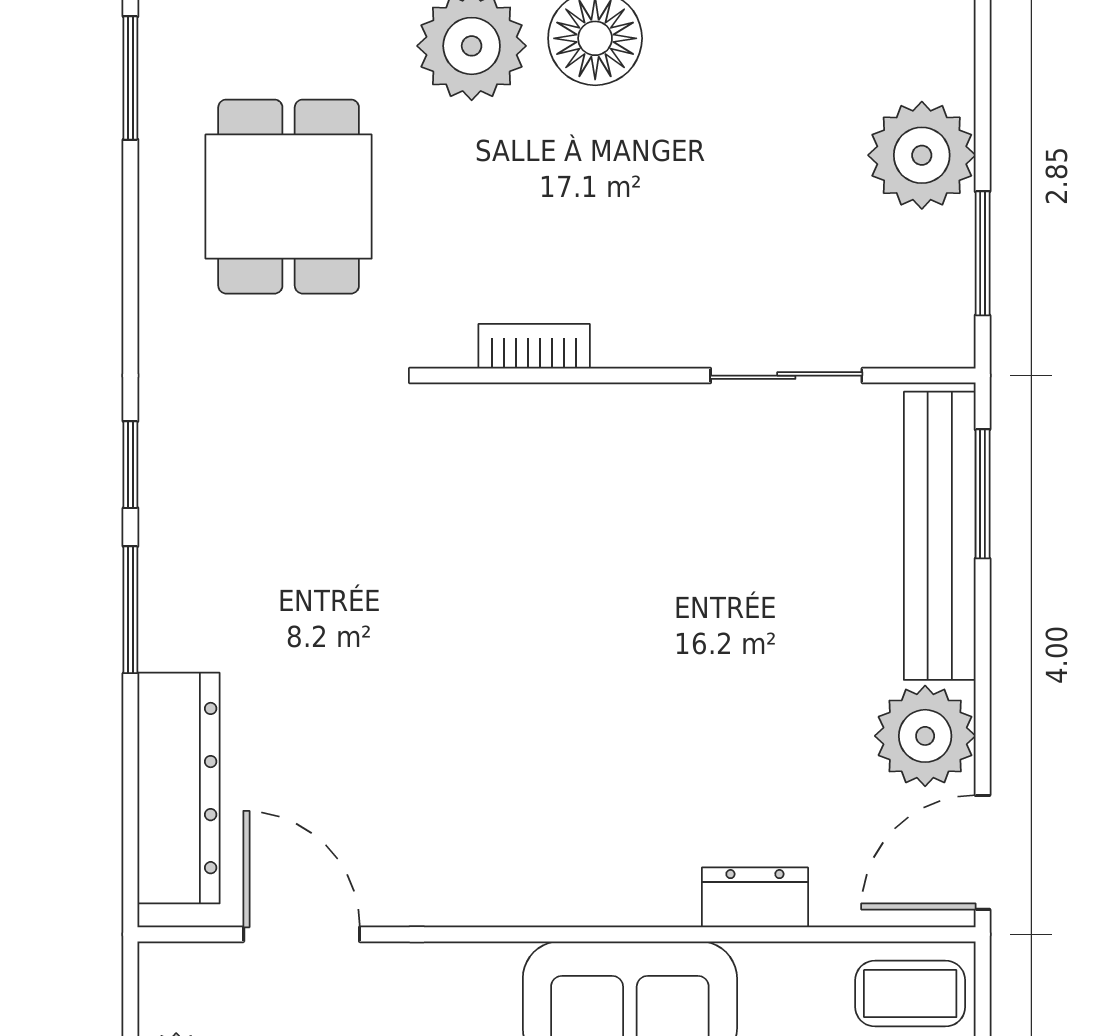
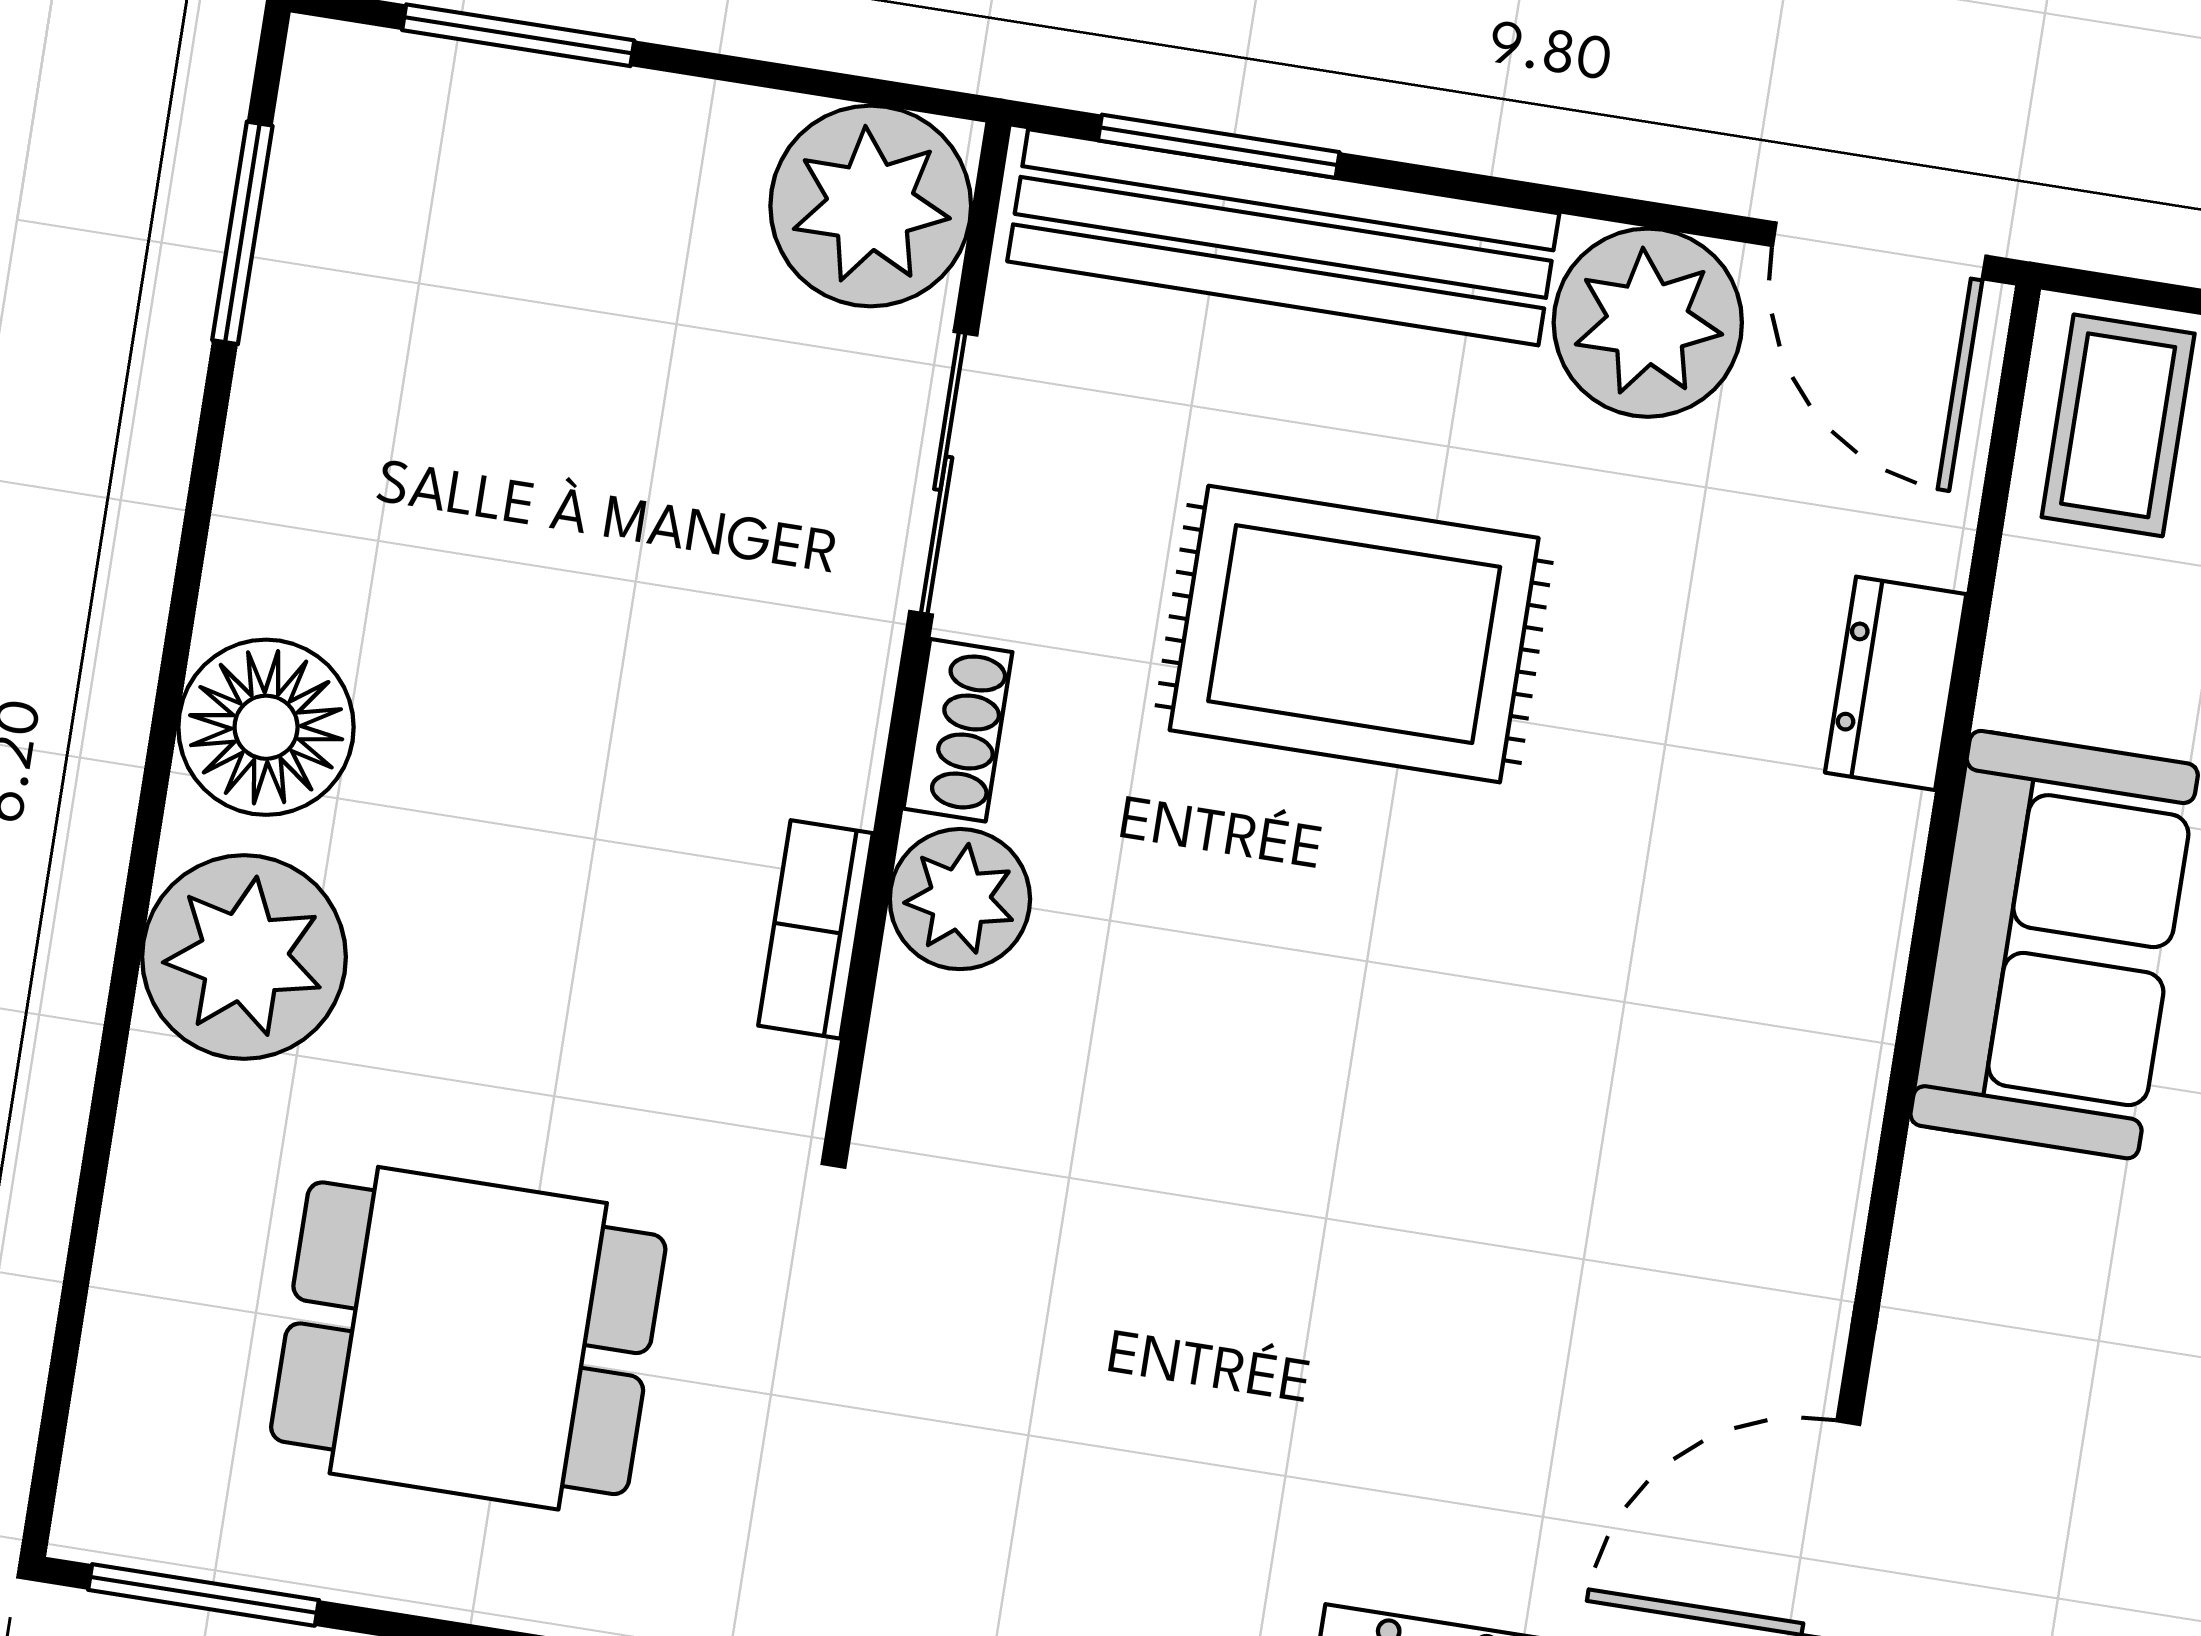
plant: (922, 155) -> (871, 206), moved
window: (983, 253) -> (518, 35), moved
shoe rack: (651, 405) -> (958, 730), added
plant: (562, 420) -> (960, 899), added
rug: (736, 607) -> (1354, 634), added

